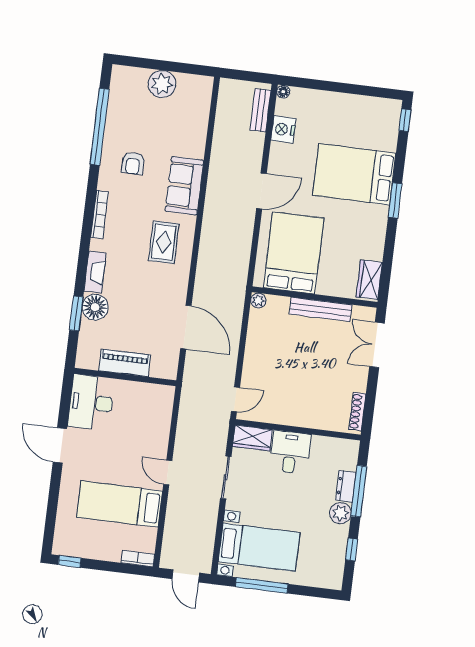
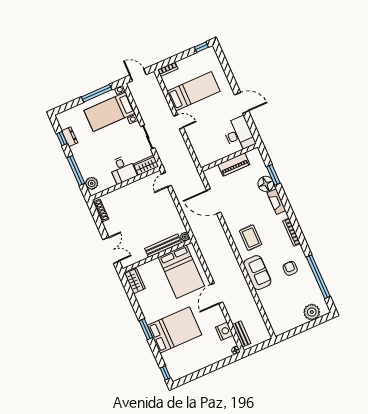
plant: (162, 84) -> (312, 312), moved
bench: (321, 309) -> (163, 246), moved
dresser: (346, 486) -> (70, 137), moved
plant: (340, 513) -> (92, 183), moved

